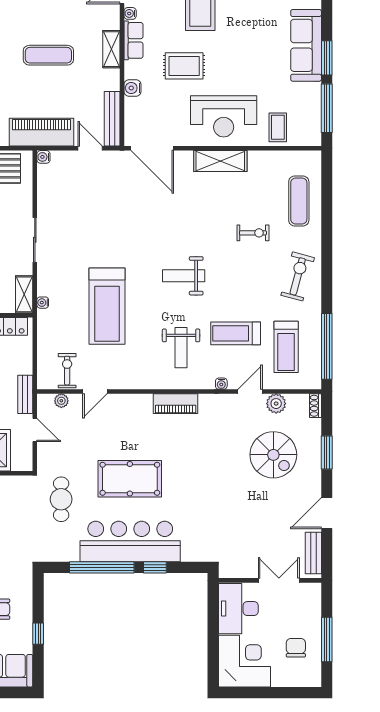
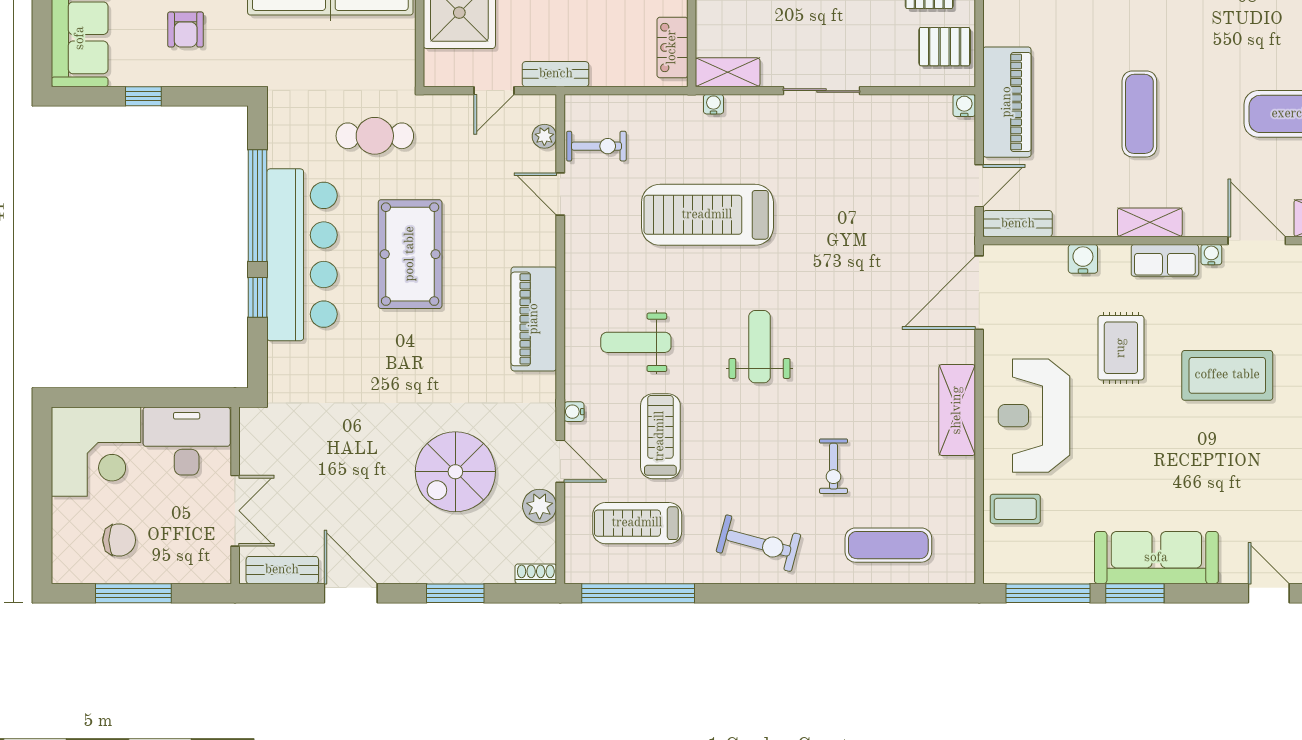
bench: (112, 119) -> (1018, 224), width x0.73
piano: (176, 404) -> (534, 319), width x1.37, depth x1.33
spiral stairs: (273, 455) -> (455, 472), moved

